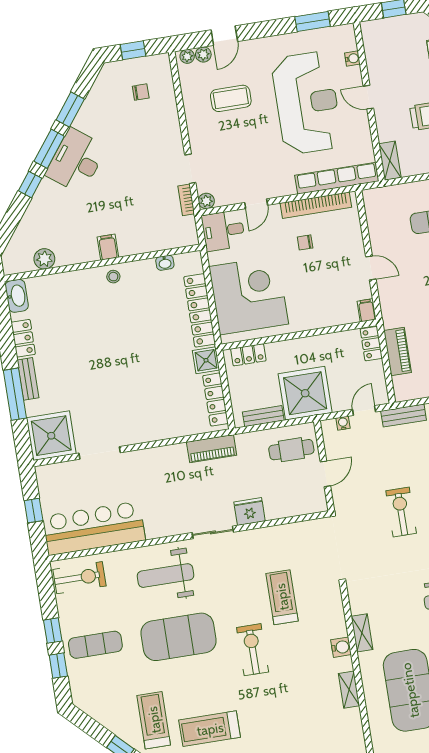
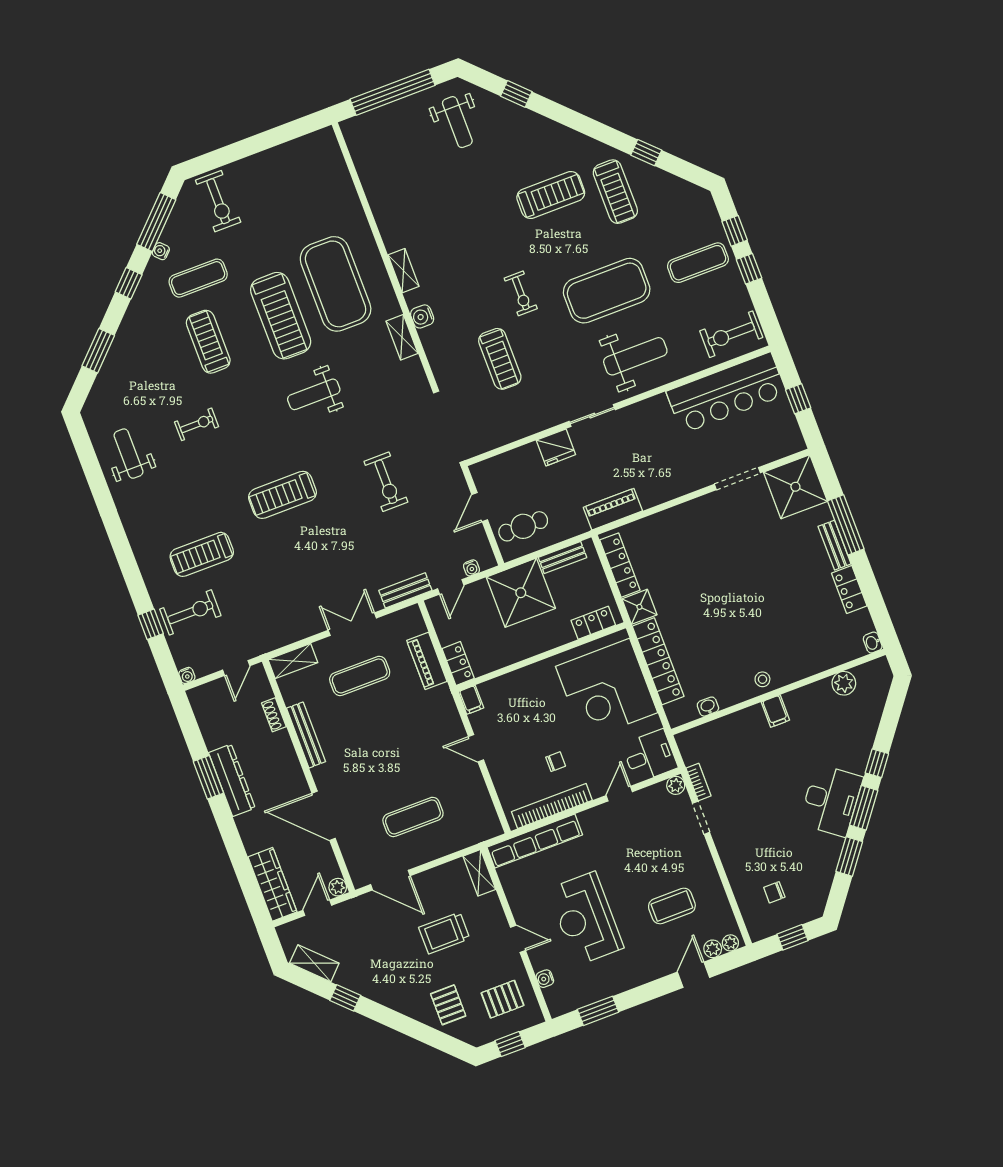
pallet: (392, 48) -> (503, 999), added
reception desk: (307, 103) -> (586, 918), width x0.74, depth x0.77
washbasin: (17, 296) -> (873, 643), width x0.52, depth x0.69
exercise bike: (253, 650) -> (521, 293), width x0.73, depth x0.72

